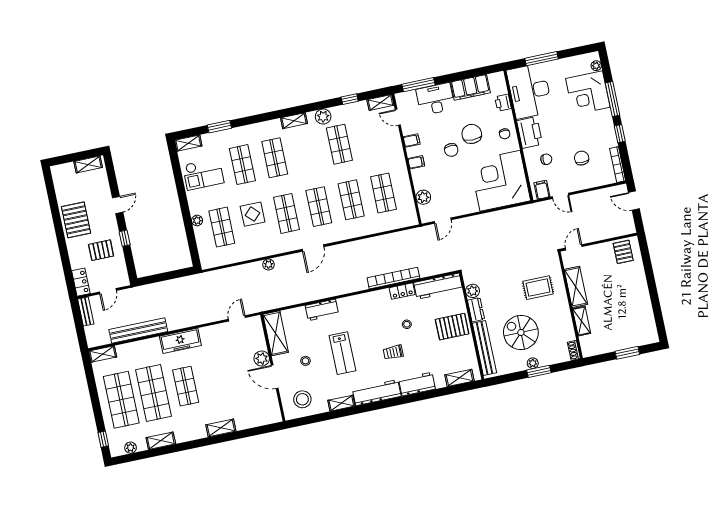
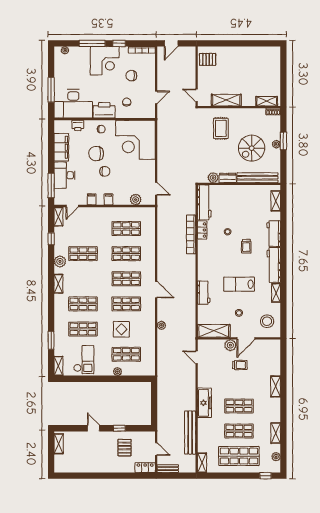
corner desk: (588, 93) -> (105, 61), moved
filing cabinet: (542, 190) -> (149, 110), removed
pallet: (76, 220) -> (98, 462), removed
shelving: (582, 321) -> (267, 101), moved
pallet: (452, 327) -> (236, 198), removed
lab bench: (342, 353) -> (239, 284), turned 180
window: (627, 353) -> (283, 72), removed
trolley: (239, 376) -> (240, 365), added
shop shelf: (153, 393) -> (239, 431), width x0.70, depth x0.74

